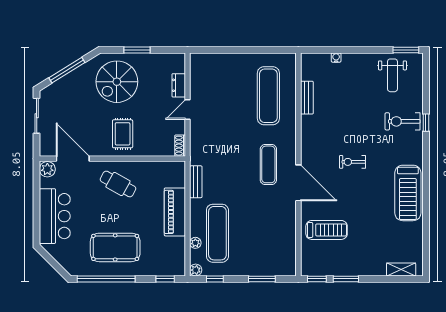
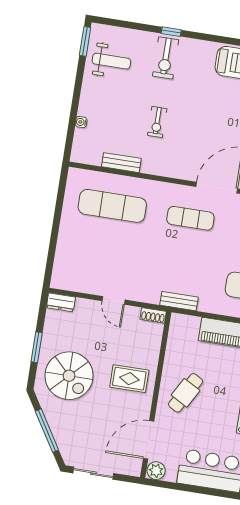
dresser: (179, 85) -> (61, 302), moved
exercise bike: (352, 162) -> (157, 122), moved
bench: (196, 182) -> (179, 301), moved

